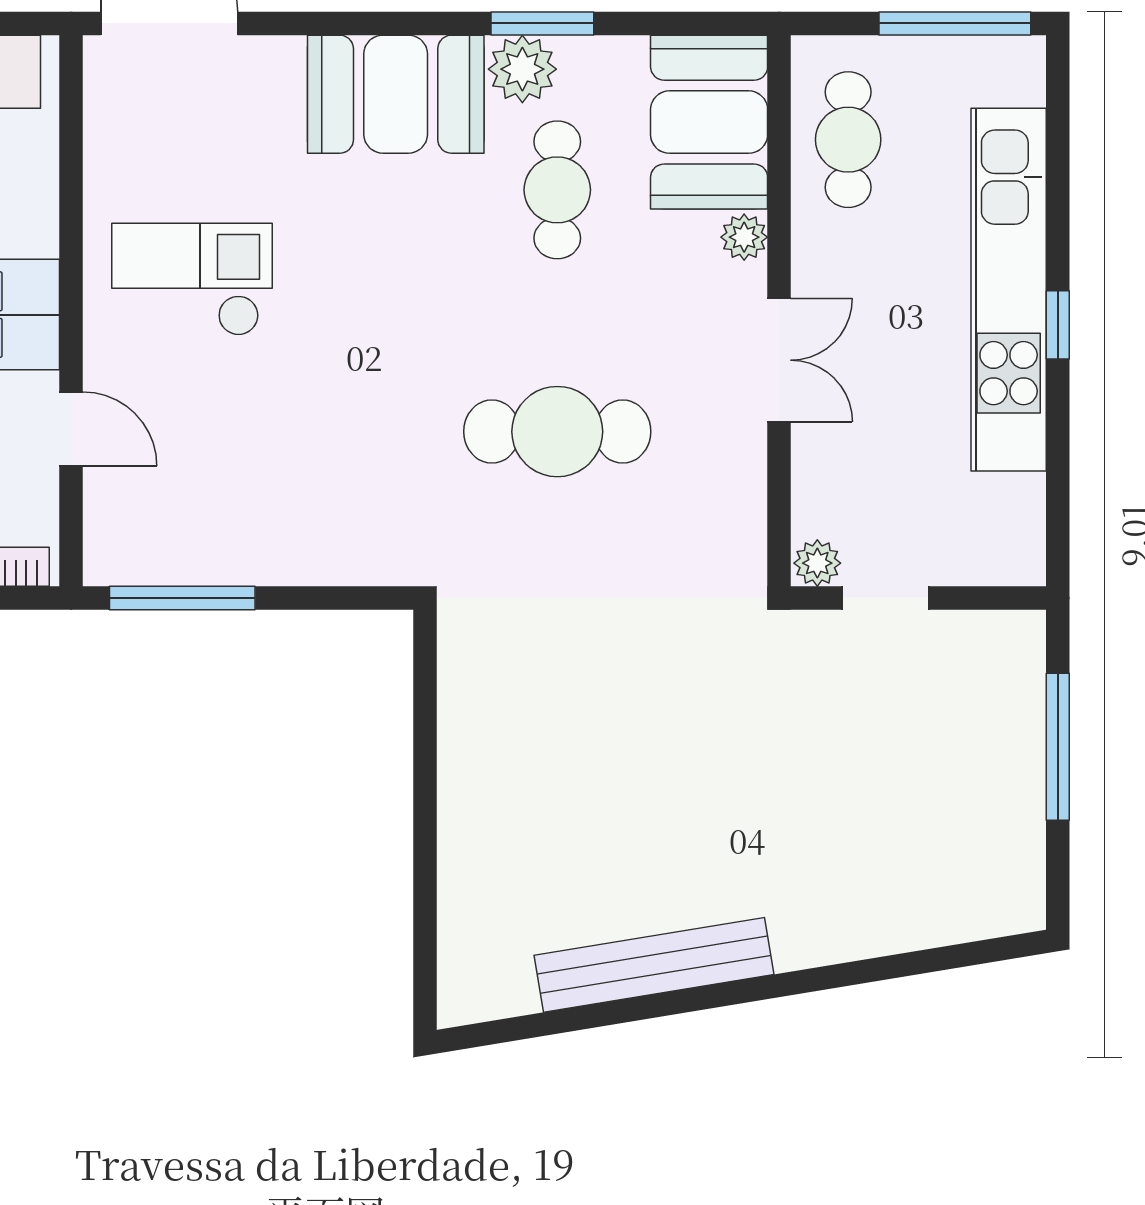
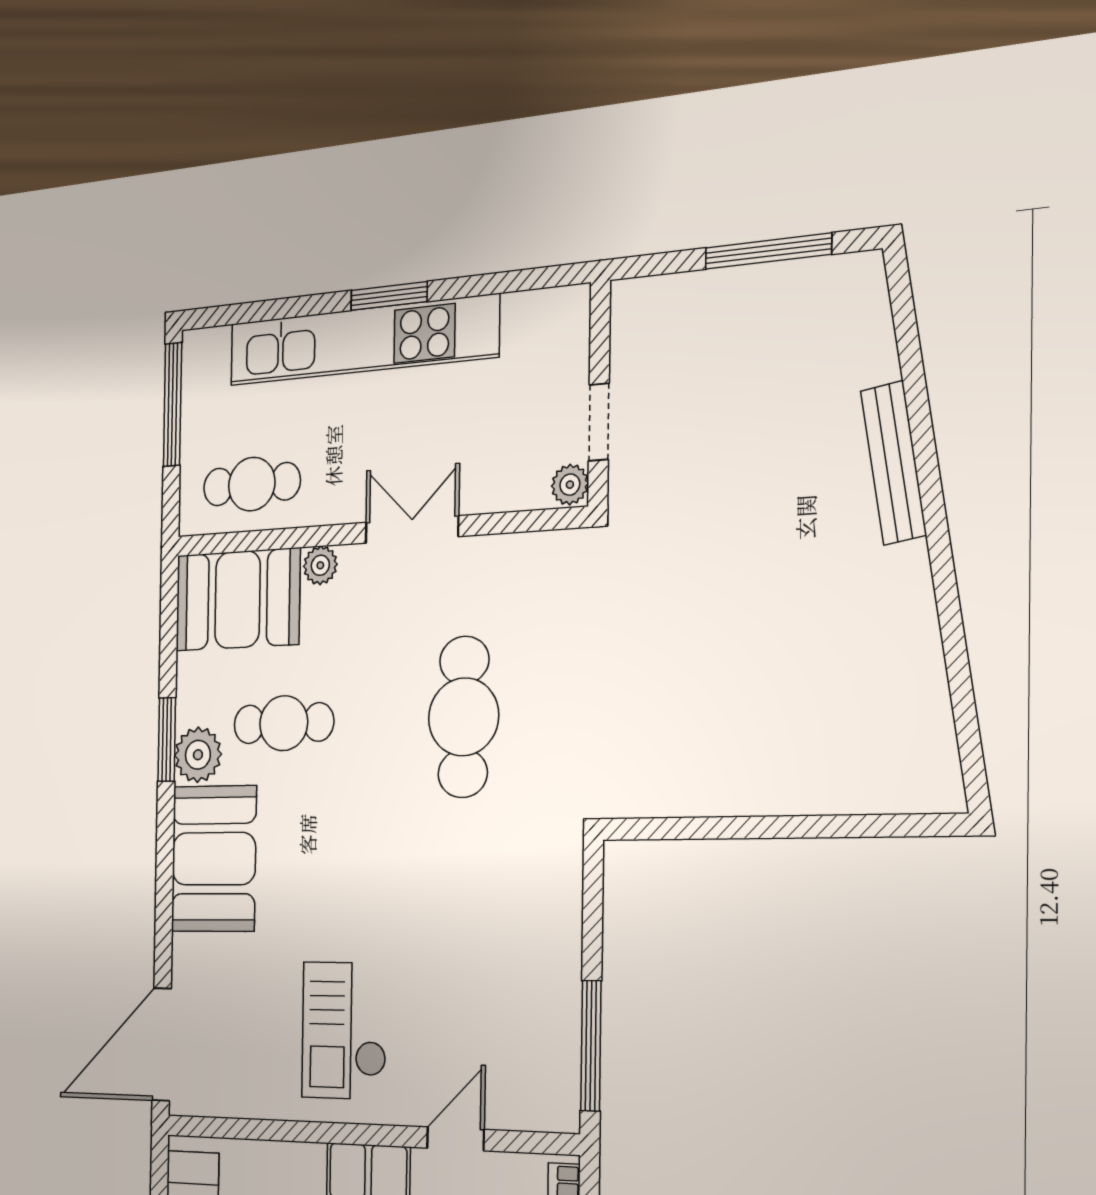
window: (1058, 325) -> (389, 296), width x1.50
window: (1058, 747) -> (768, 251), moved
bench: (654, 965) -> (893, 463), moved, width x0.73, depth x0.82

